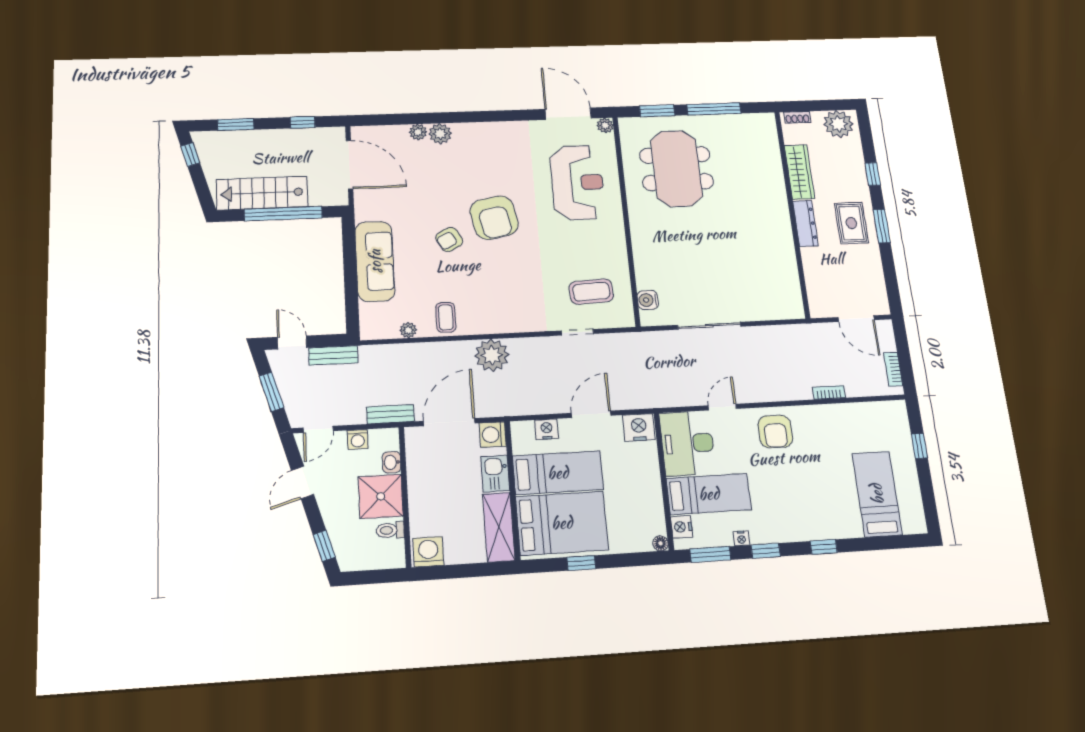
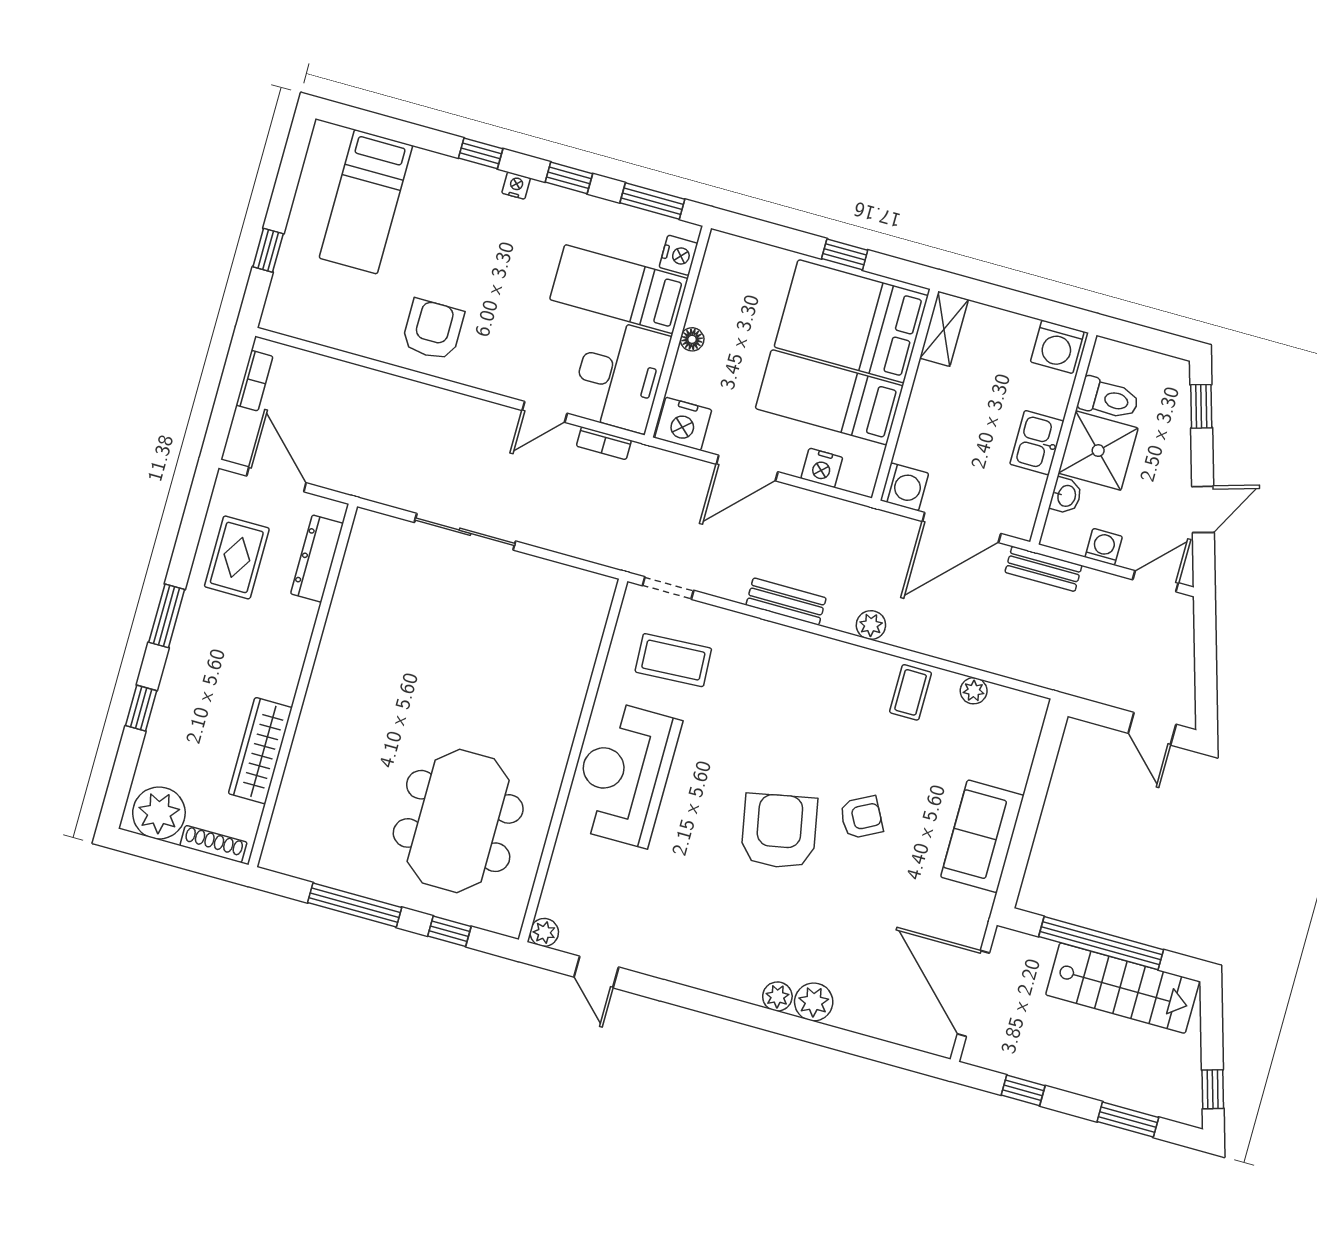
window: (657, 111) -> (449, 931), width x0.67
door: (568, 114) -> (596, 972), width x0.53
shoe rack: (797, 117) -> (213, 844), width x1.43
plant: (418, 132) -> (777, 996), moved
reception desk: (577, 182) -> (625, 774), moved
dresser: (805, 223) -> (317, 559), moved
rug: (851, 223) -> (237, 557), moved
sofa: (375, 261) -> (982, 836), width x0.73
water cooler: (648, 300) -> (591, 618), removed
sliding door: (709, 326) -> (465, 532), moved
doorway: (577, 332) -> (668, 588), moved
bench: (333, 355) -> (786, 602), moved
plant: (492, 355) -> (871, 625), width x0.53, depth x0.53
window: (271, 392) -> (1206, 662), removed
bookcase: (829, 392) -> (604, 443), moved
armchair: (775, 431) -> (433, 330), moved
kitchen sink: (495, 474) -> (1037, 443), moved, turned 180
shelving: (499, 527) -> (944, 329), width x0.67, depth x0.75
toilet: (390, 530) -> (1109, 399), width x1.37, depth x1.39
nightstand: (741, 538) -> (516, 186), moved
floor lamp: (660, 543) -> (692, 339), moved

